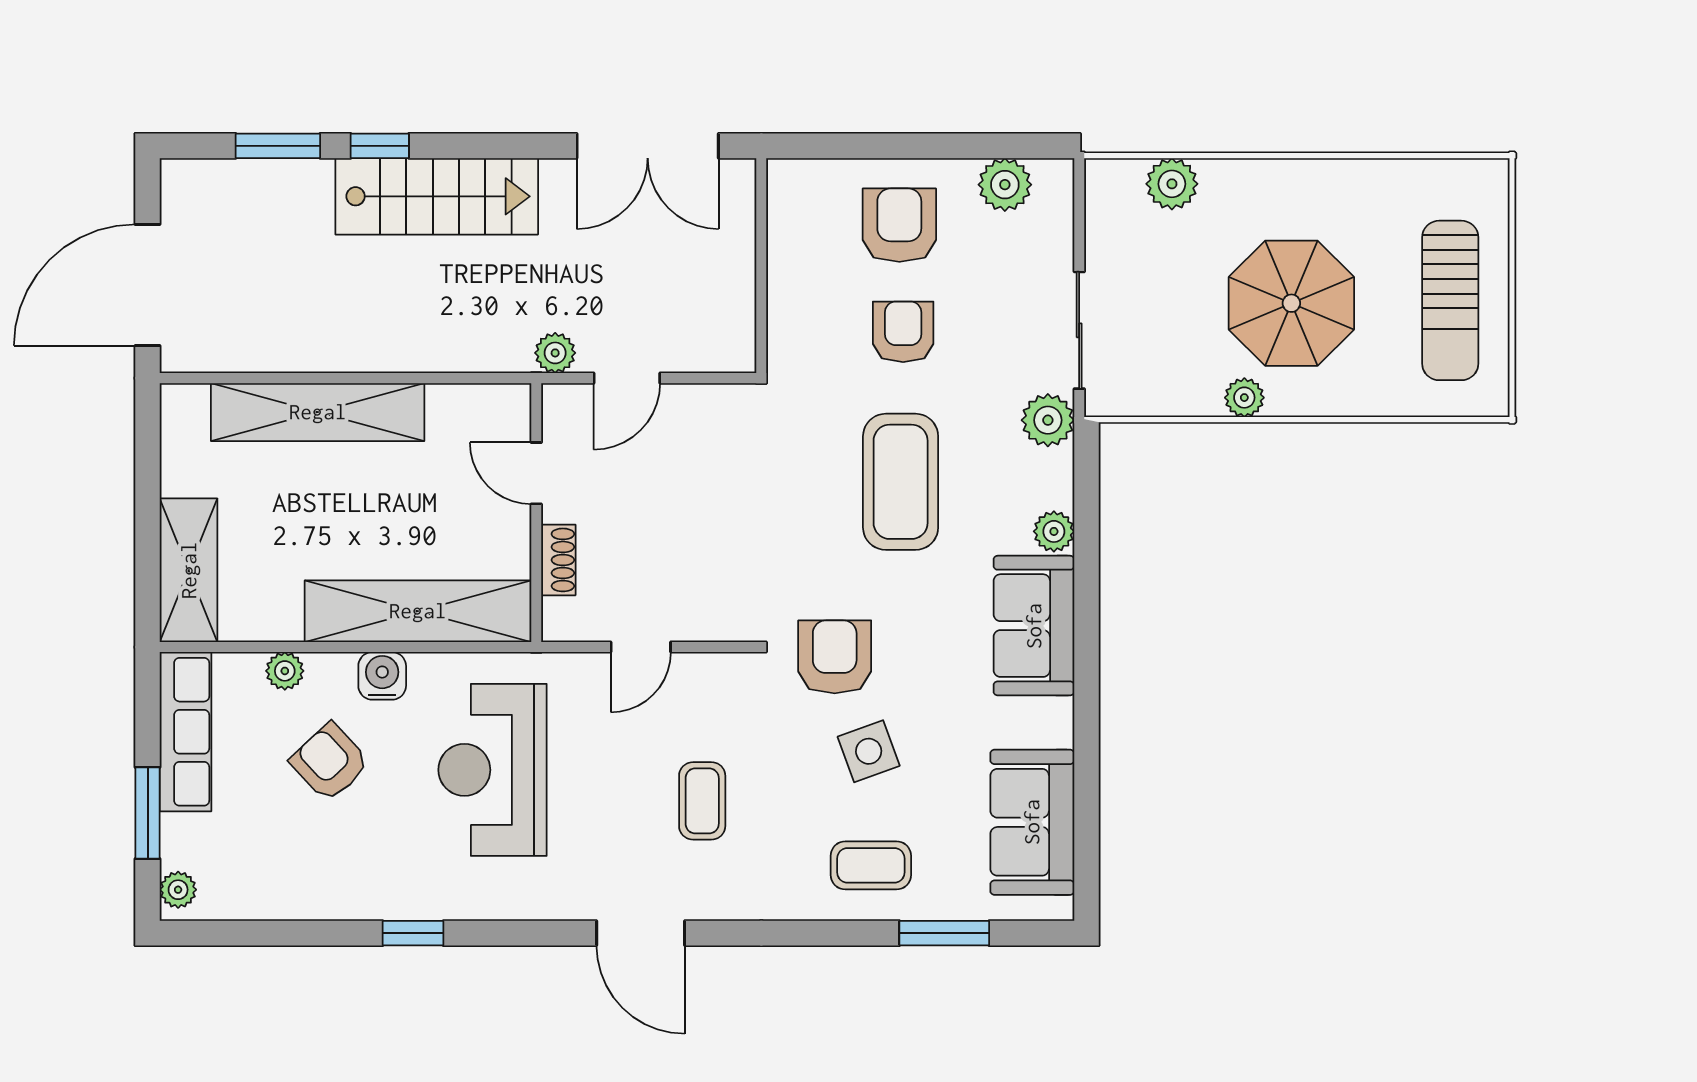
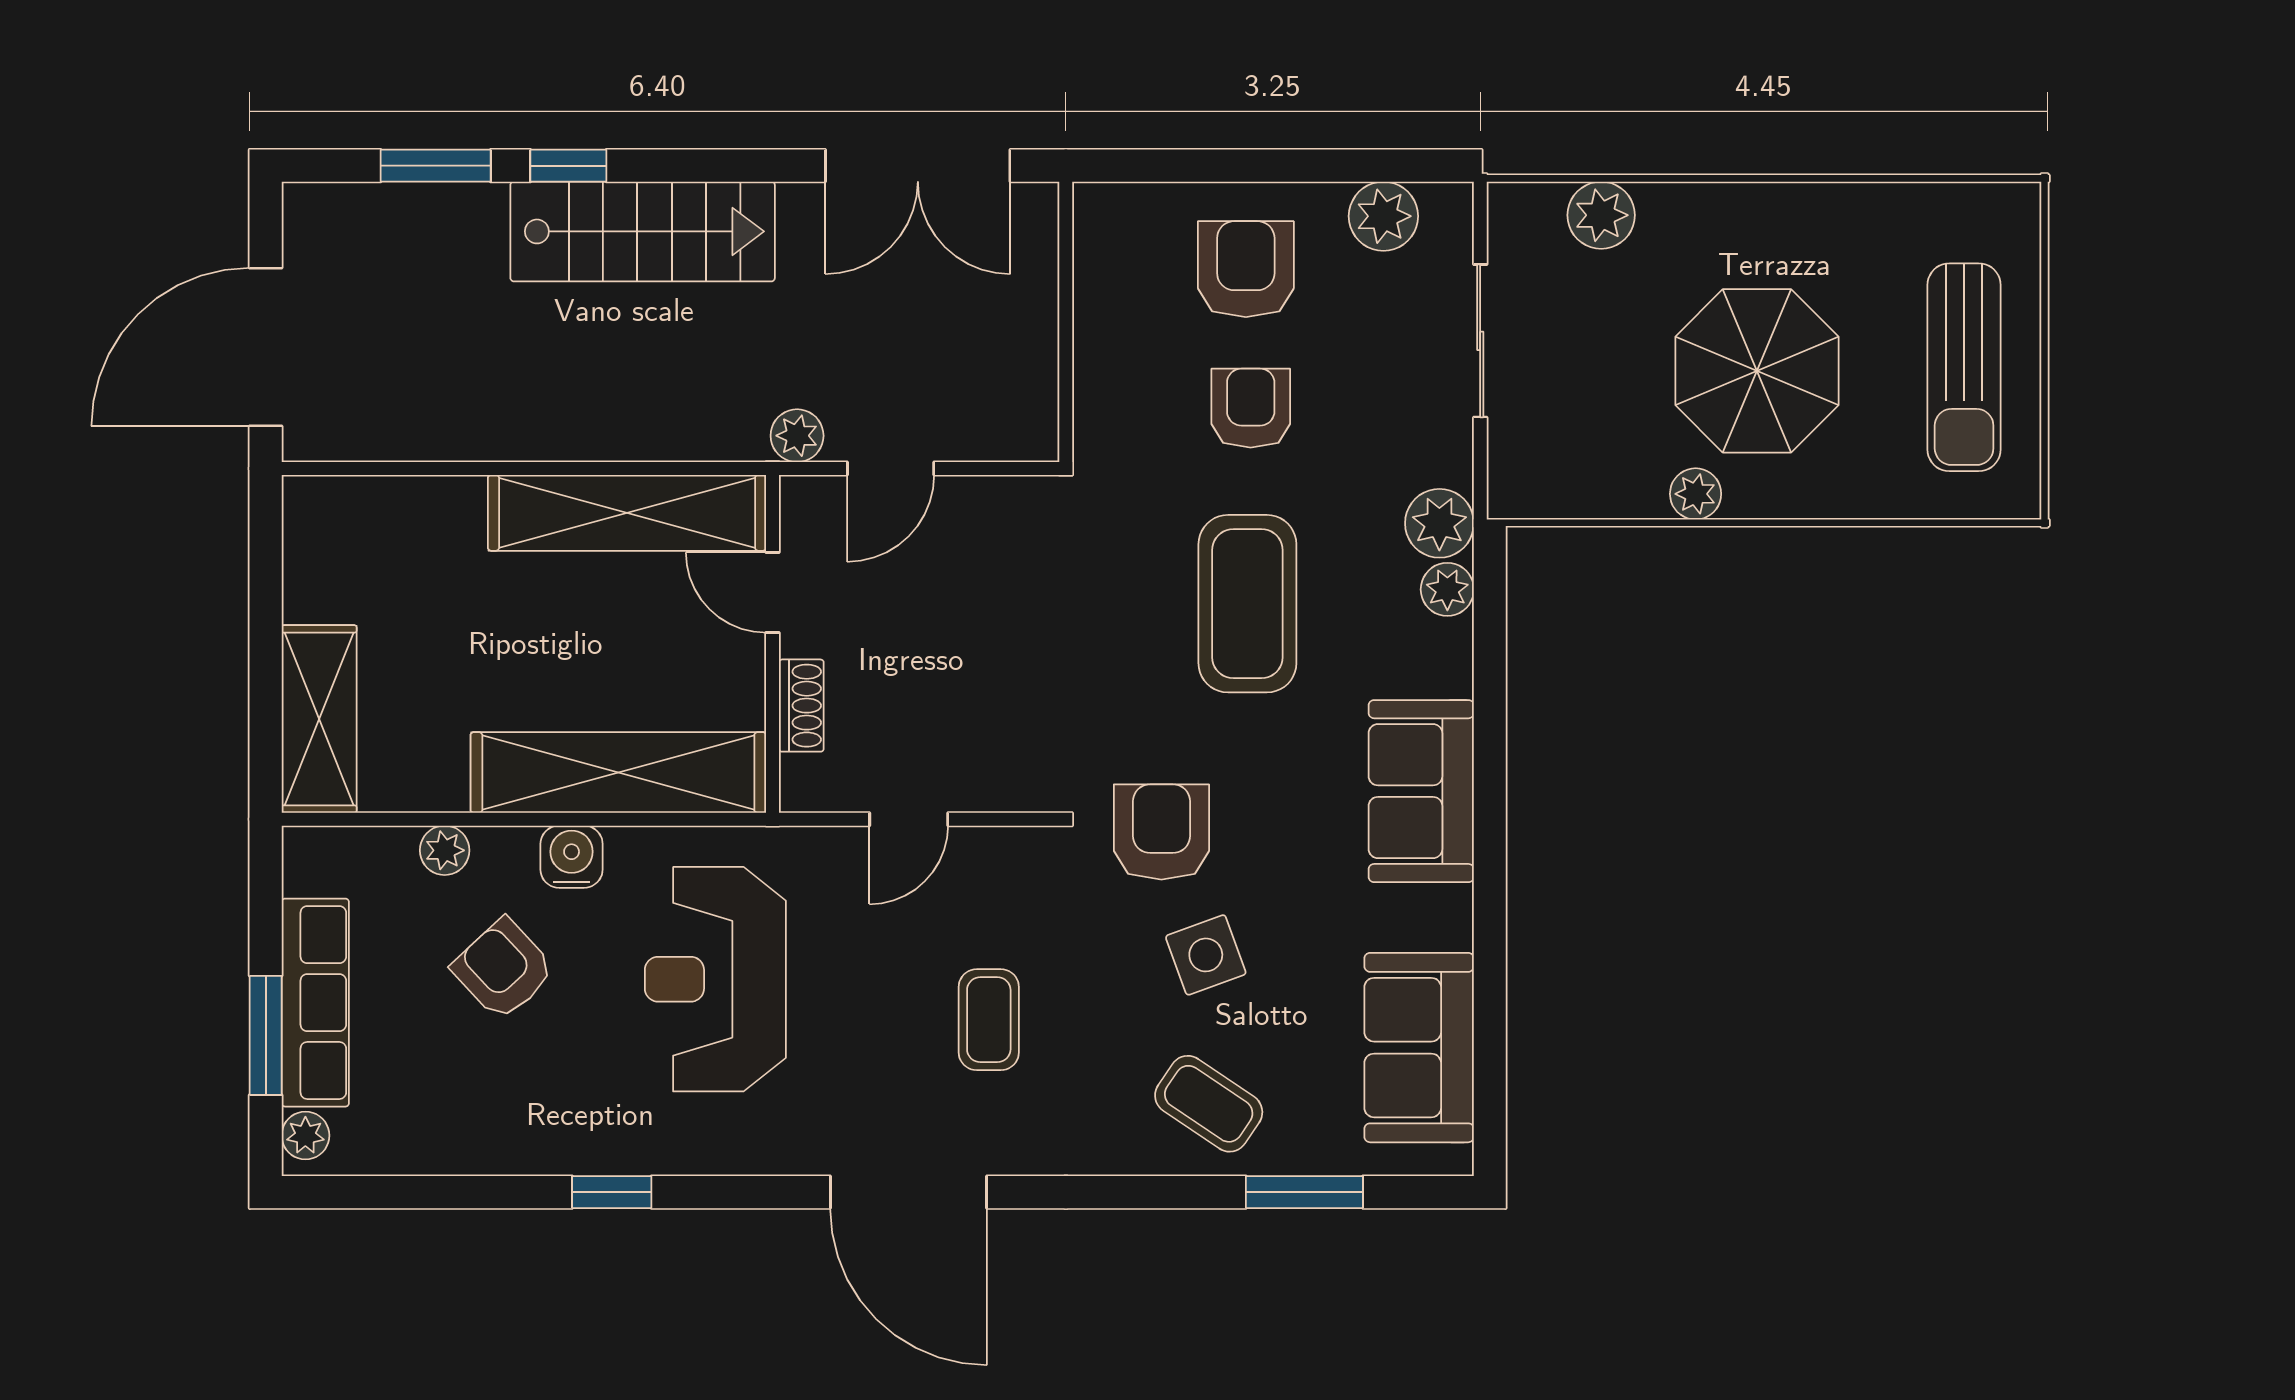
sliding door: (1079, 330) -> (1480, 341), moved
shelving: (318, 412) -> (627, 513), moved
plant: (1054, 531) -> (1447, 589), moved
row of seats: (186, 732) -> (315, 1003), moved
coffee table: (871, 865) -> (1209, 1104), turned 34
door: (641, 933) -> (909, 1192), width x1.36

